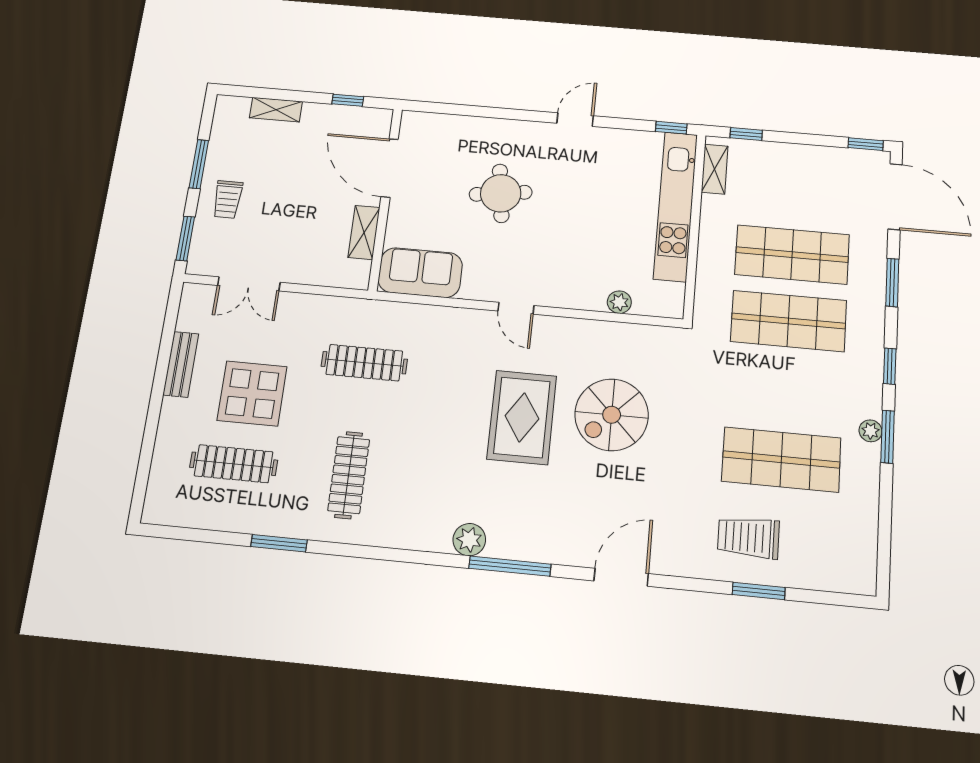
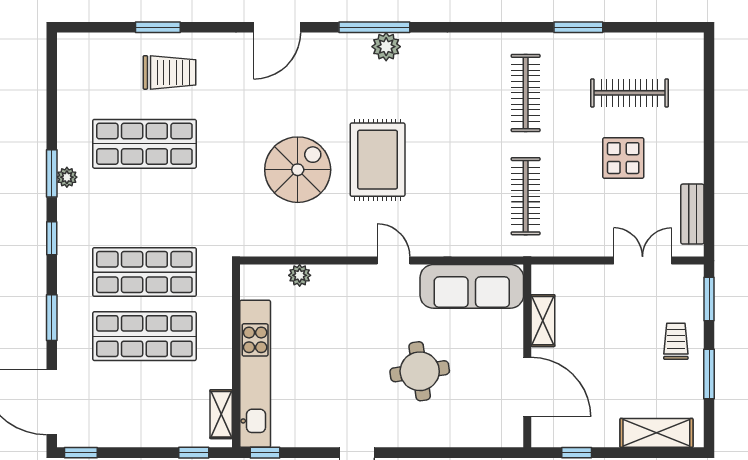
shelving: (276, 110) -> (656, 433), width x1.50, depth x1.33
sofa: (420, 273) -> (472, 286), width x1.36
clothes rail: (364, 363) -> (526, 196), turned 90
bench: (181, 364) -> (692, 214), moved
display table: (252, 394) -> (623, 158), width x0.73, depth x0.73
plant: (469, 540) -> (386, 47), moved

